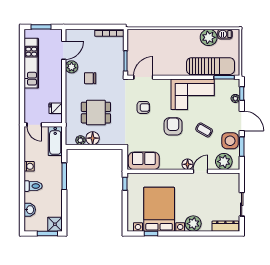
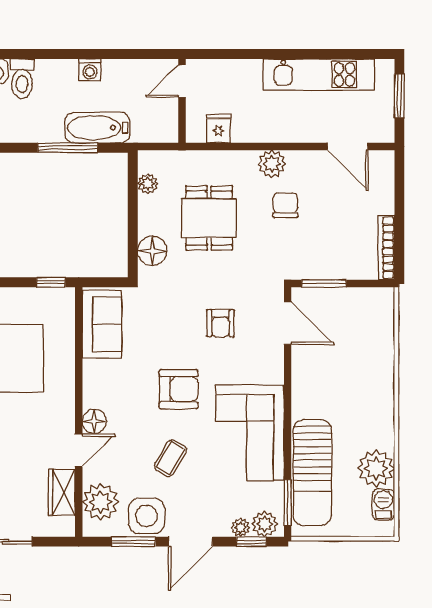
plant: (72, 67) -> (272, 164), moved
plant: (234, 88) -> (265, 524), added
floor lamp: (93, 138) -> (152, 251), moved
bathtub: (55, 141) -> (97, 128), moved
door: (200, 171) -> (79, 450), hinge flipped
wardrobe: (219, 179) -> (62, 492), added
toilet: (33, 186) -> (22, 79), moved

